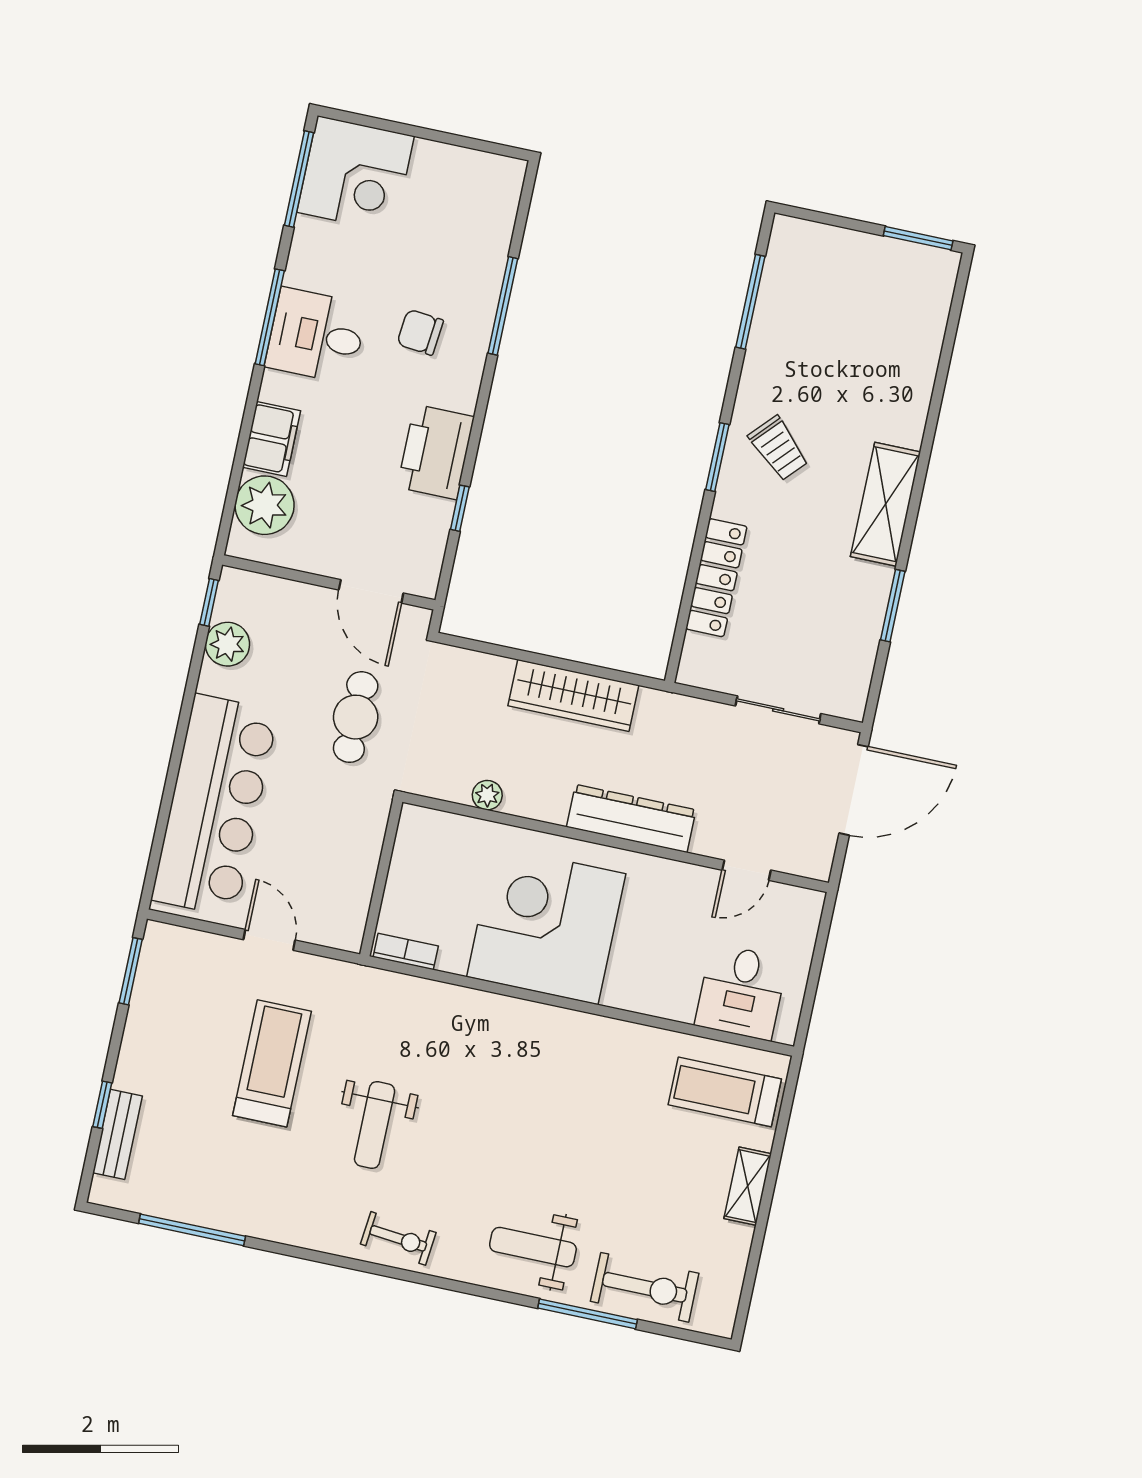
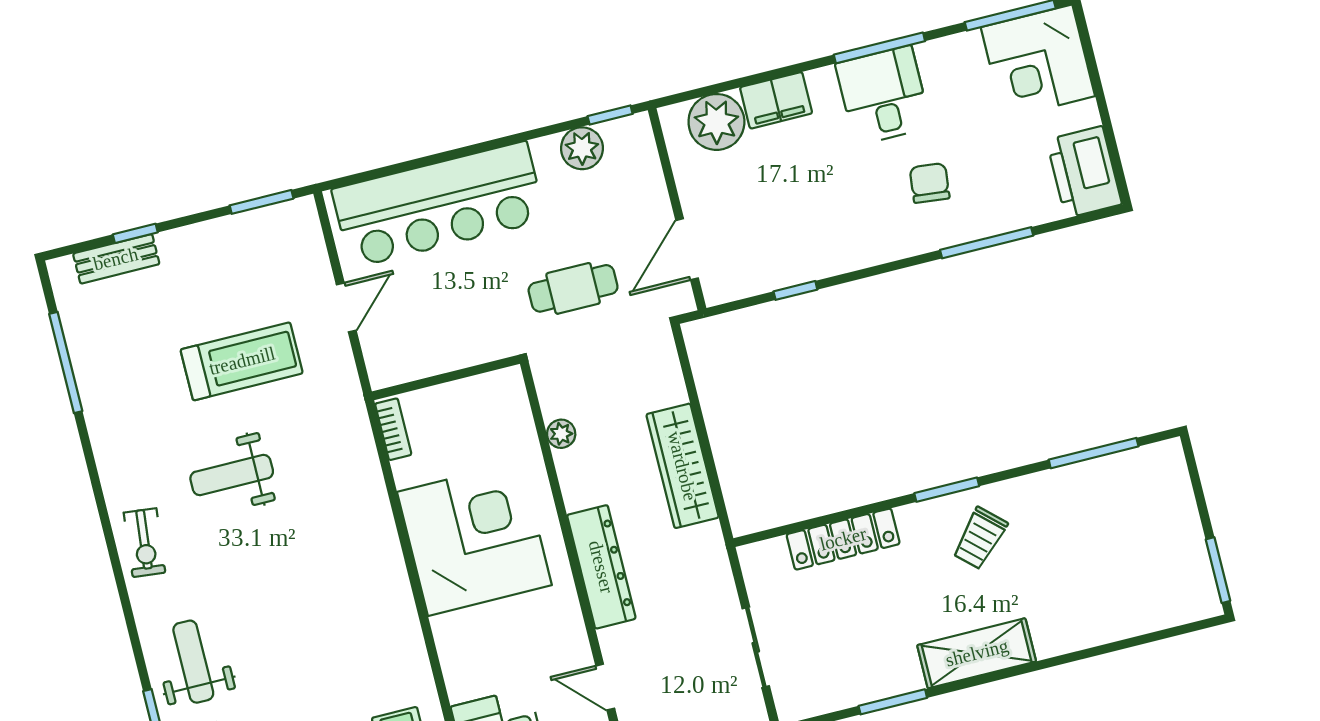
printer: (436, 452) -> (1084, 172), moved, turned -90

